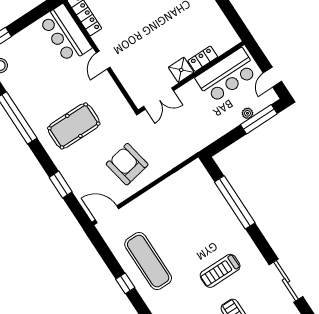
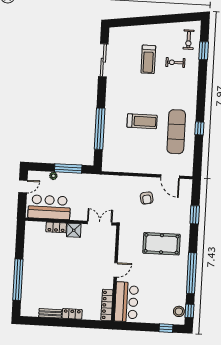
window: (259, 119) -> (68, 168), moved
armchair: (127, 164) -> (147, 198), width x0.53, depth x0.53
door: (107, 214) -> (170, 177), moved
treadmill: (220, 271) -> (142, 121), moved

